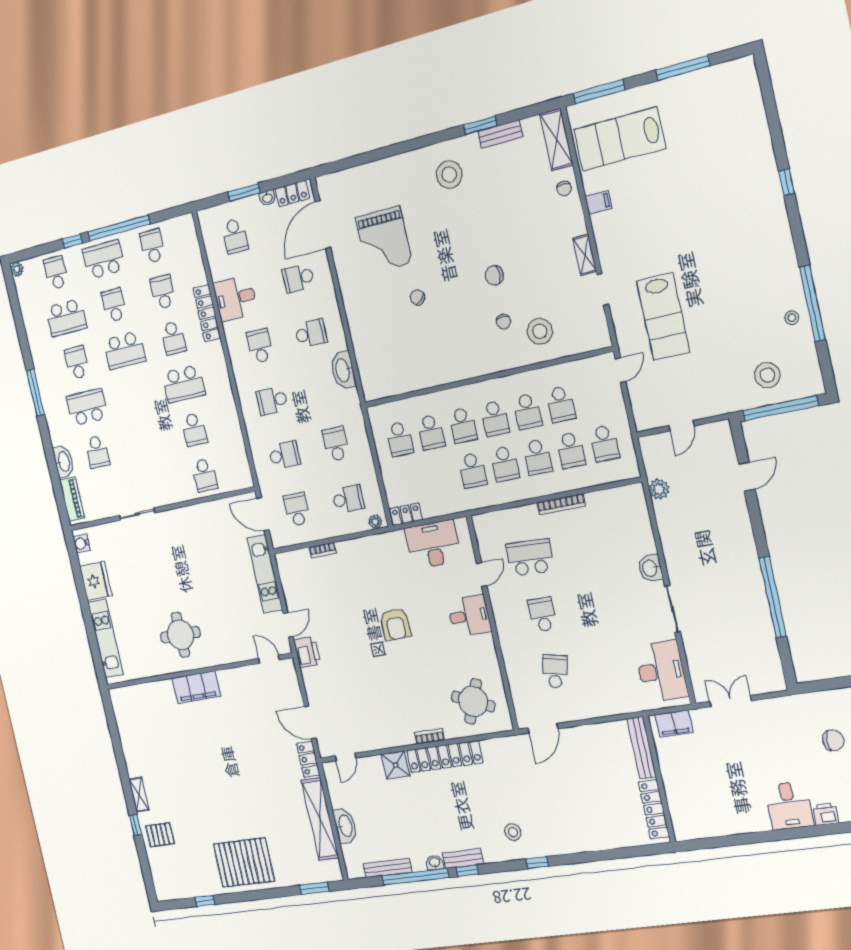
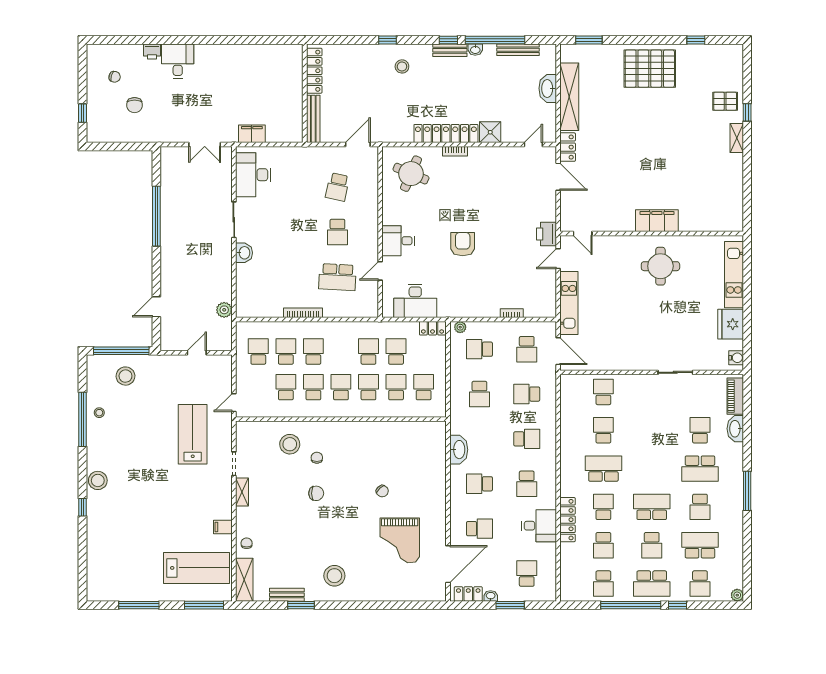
stool: (774, 224) -> (98, 480), added
grand piano: (384, 240) -> (400, 540), turned 180
school desk: (505, 464) -> (396, 352), moved
chair: (833, 740) -> (135, 105), turned -90
bench: (642, 748) -> (313, 119), moved
wall: (659, 779) -> (305, 93), moved
locker: (654, 809) -> (314, 71), moved

